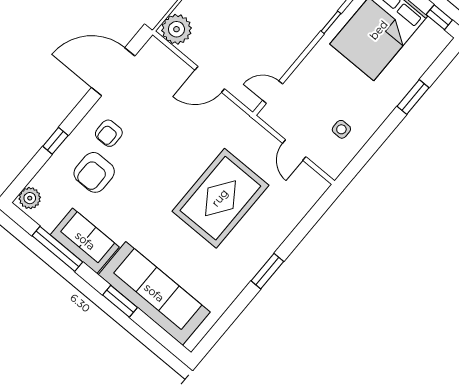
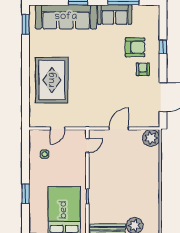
door: (294, 150) -> (57, 128), swing flipped
armchair: (94, 172) -> (135, 47), turned 90
plant: (30, 198) -> (153, 13), removed
rug: (220, 198) -> (52, 80), moved
window: (267, 271) -> (26, 24), moved

